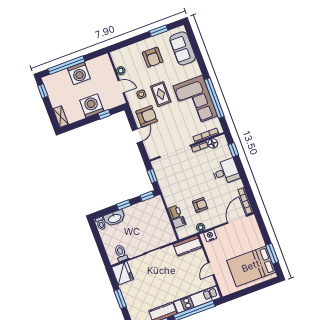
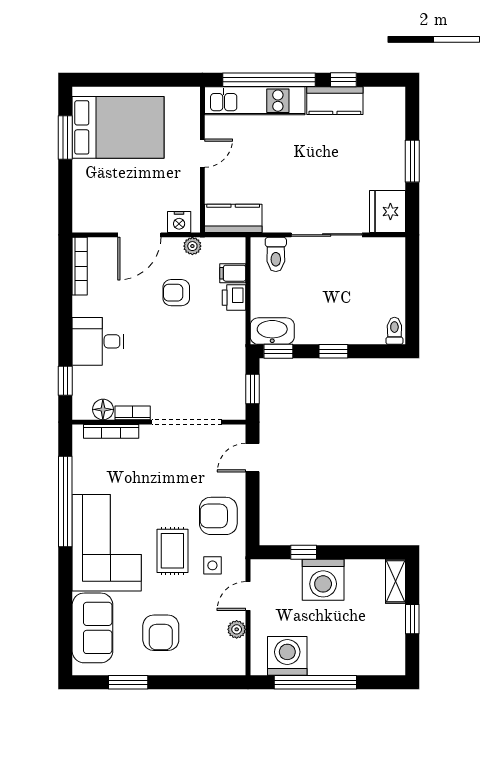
armchair: (153, 57) -> (161, 633), turned 180
window: (66, 65) -> (315, 682), moved
washing machine: (79, 73) -> (287, 656), moved
door: (121, 87) -> (248, 596), hinge flipped
window: (43, 91) -> (412, 619), moved
corner sofa: (195, 101) -> (107, 543), moved
door: (137, 136) -> (253, 458), moved
washbasin: (114, 218) -> (272, 331), moved
door: (237, 219) -> (139, 235), moved
toilet: (121, 253) -> (276, 254), moved

